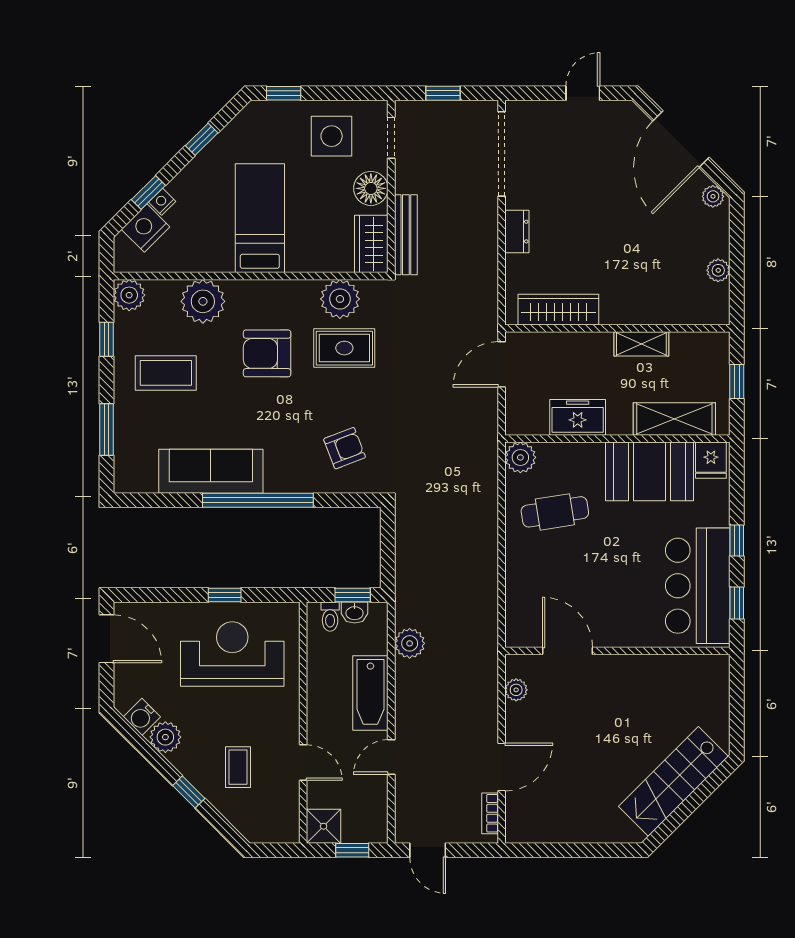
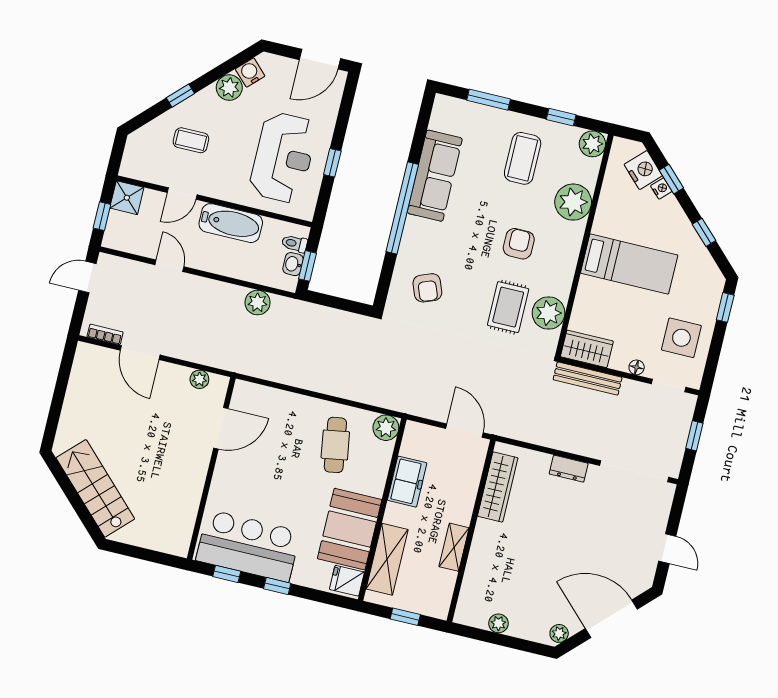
floor lamp: (371, 188) -> (637, 367), width x0.53, depth x0.53
armchair: (267, 353) -> (519, 244), width x0.72, depth x0.72
bathtub: (370, 693) -> (231, 223), moved, turned 180

